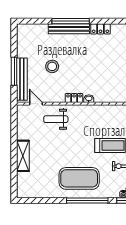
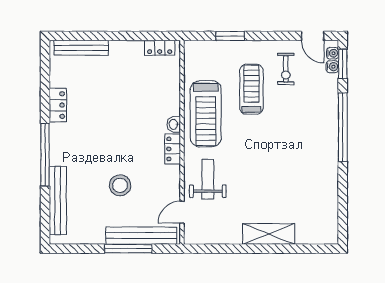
bench: (69, 29) -> (58, 200), moved
treadmill: (95, 118) -> (206, 114), added
weight bench: (56, 119) -> (208, 179), turned 180
exercise mat: (79, 178) -> (306, 140), removed

